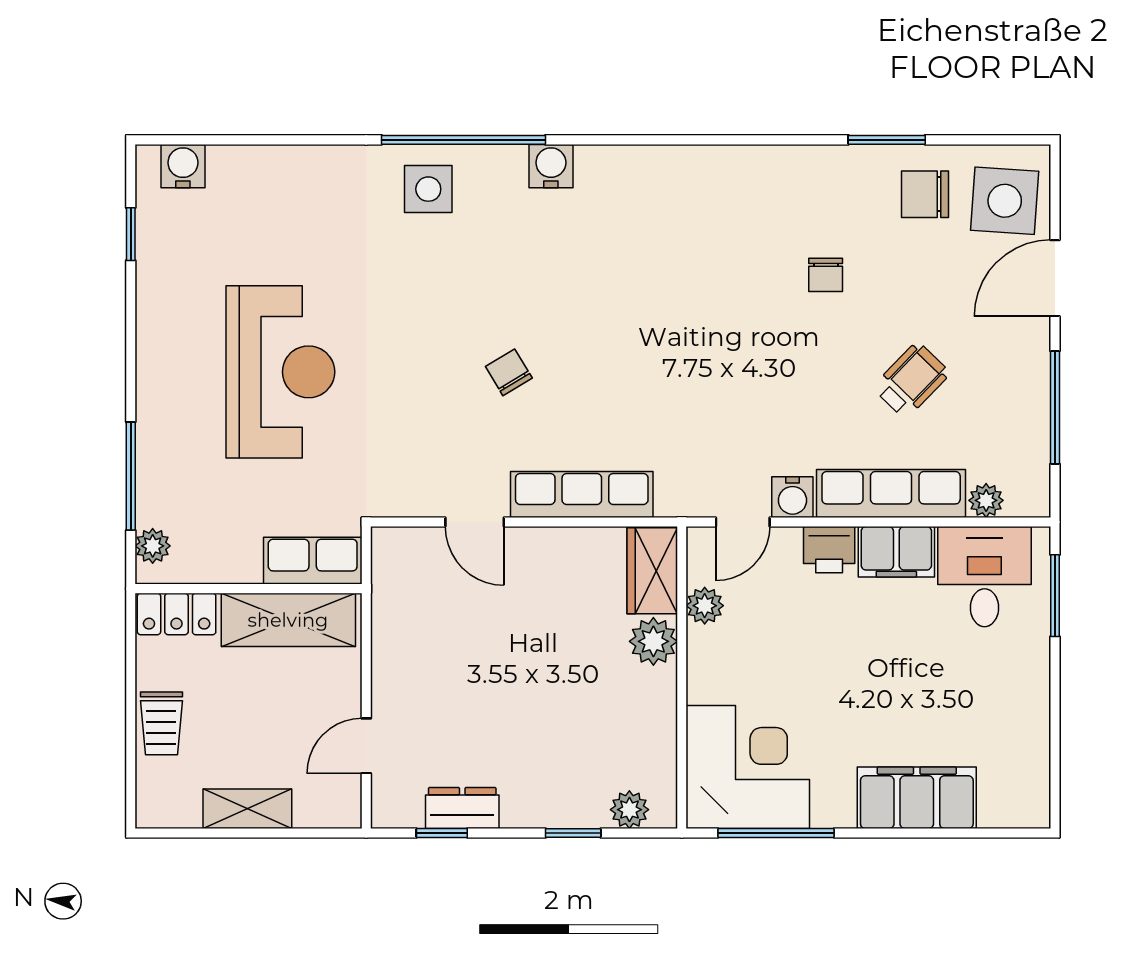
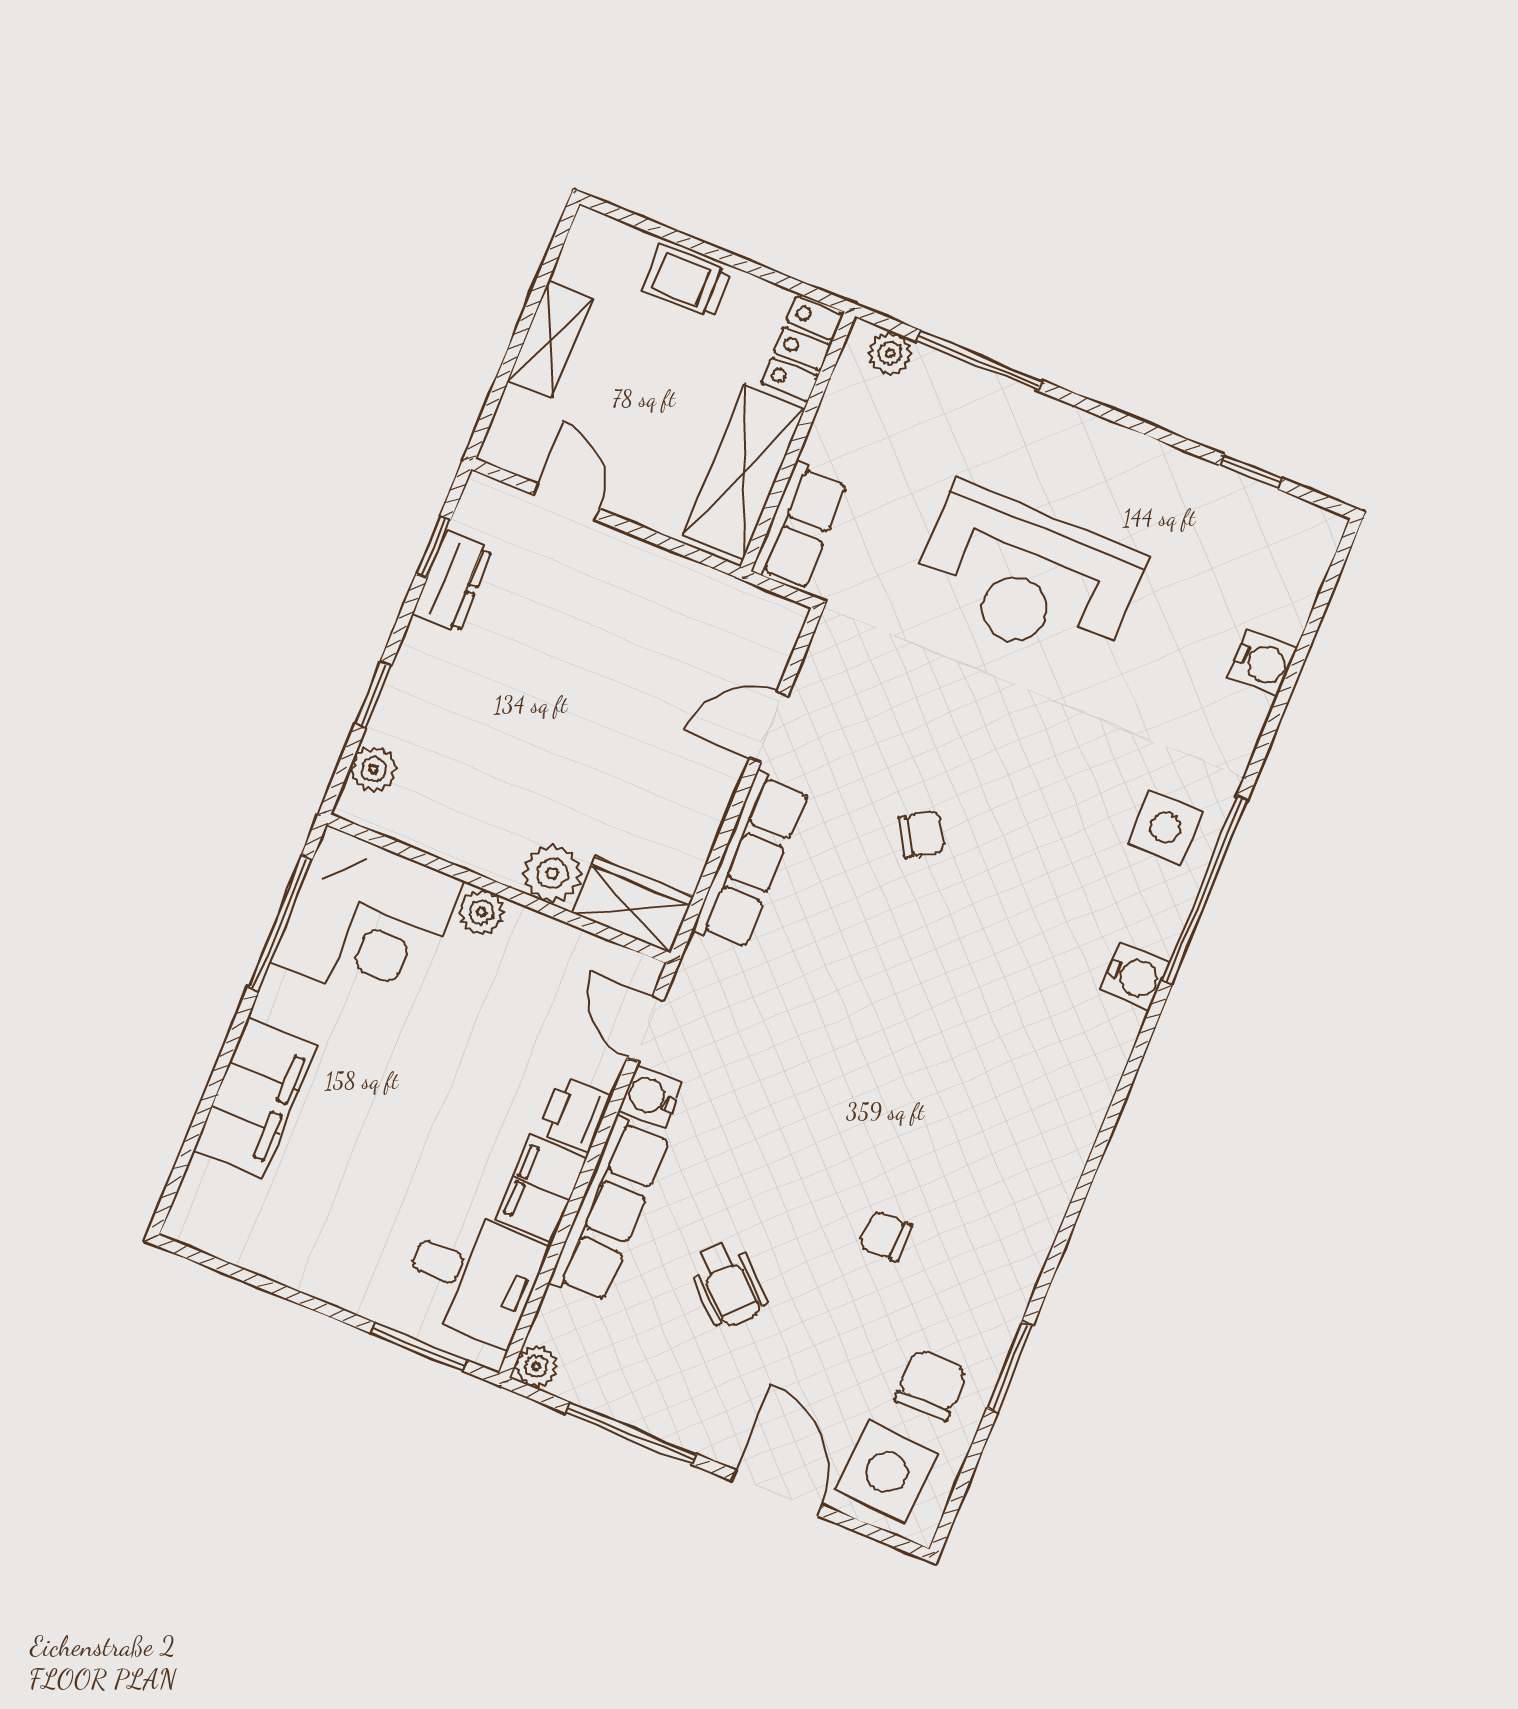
water cooler: (183, 166) -> (1263, 663), moved
plant: (986, 500) -> (536, 1366), moved
plant: (705, 606) -> (481, 912), moved

